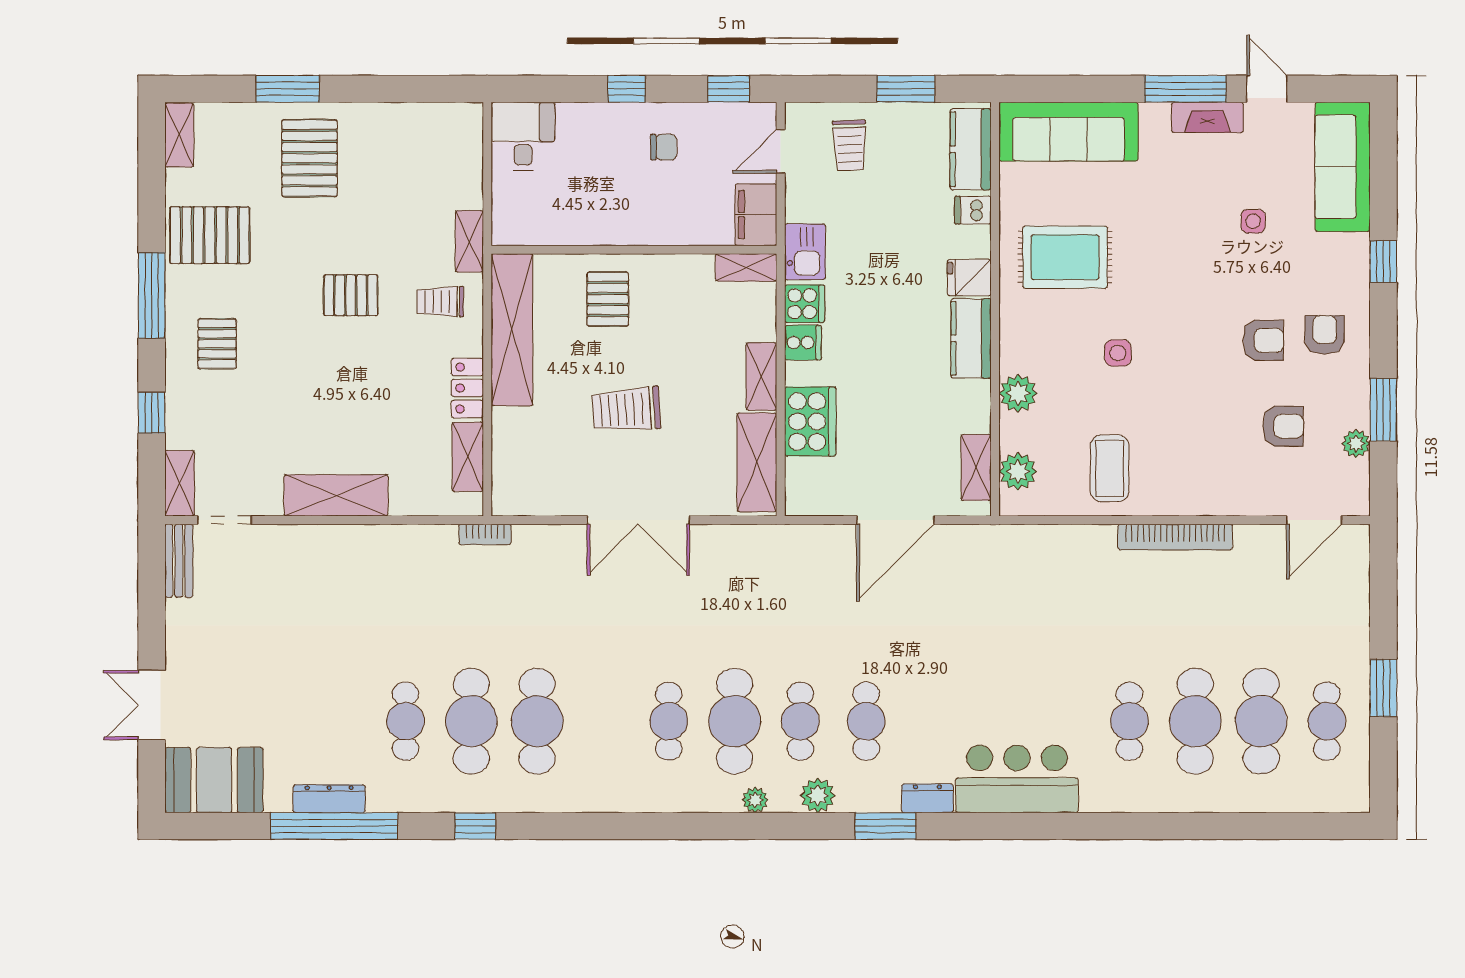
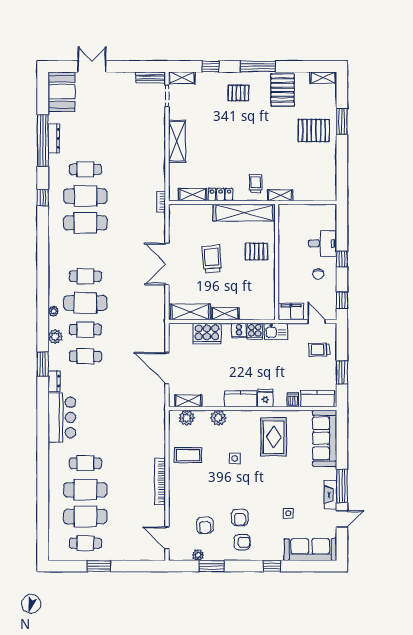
desk: (523, 136) -> (323, 243), moved
shelving: (746, 267) -> (269, 308), removed
pallet: (351, 295) -> (258, 147), removed

